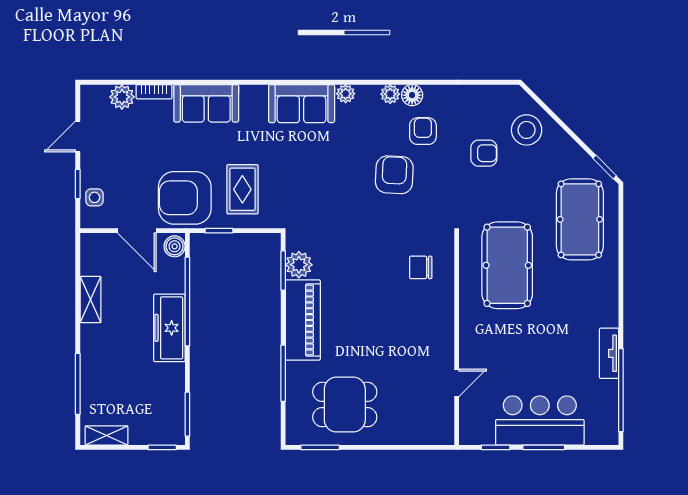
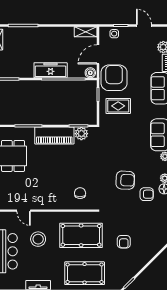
stool: (527, 130) -> (38, 239), moved
armchair: (484, 153) -> (124, 242), moved
pool table: (580, 219) -> (85, 273), moved
shelving: (90, 300) -> (86, 32), moved

